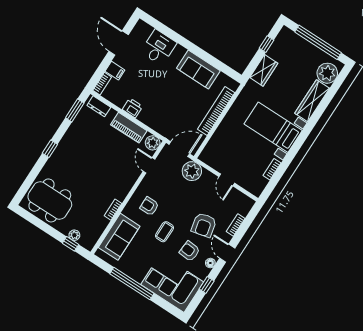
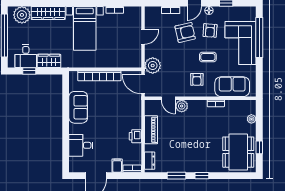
desk: (284, 50) -> (26, 56), added
window: (75, 110) -> (176, 176), moved
plant: (153, 143) -> (182, 106), moved
door: (149, 165) -> (168, 98), hinge flipped
window: (71, 244) -> (259, 147), moved
corner sofa: (172, 283) -> (241, 43), moved
window: (132, 284) -> (259, 38), moved

